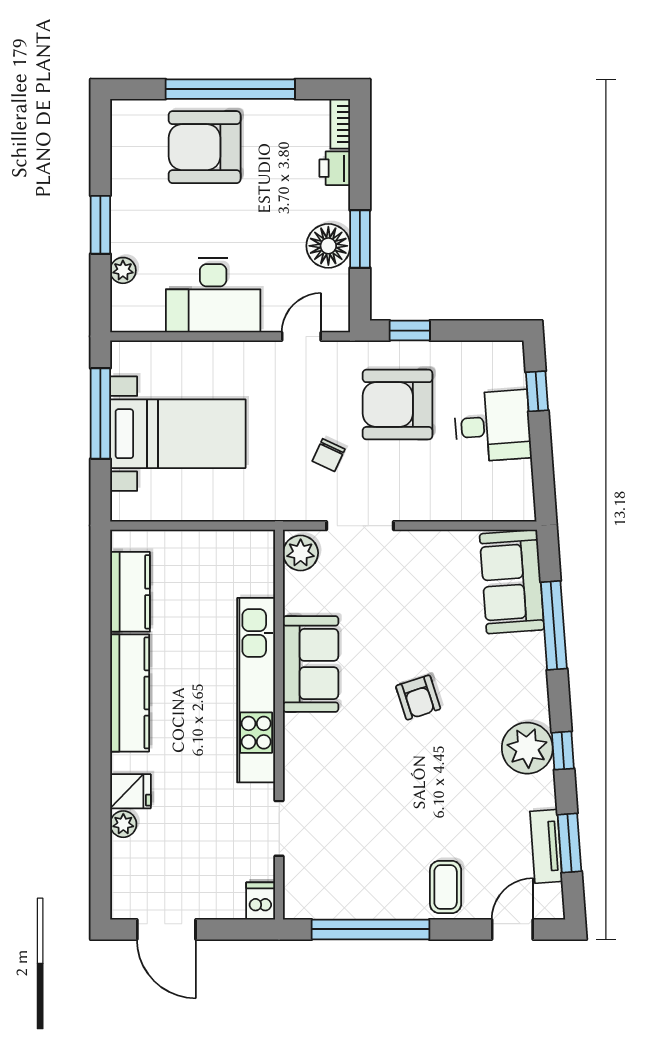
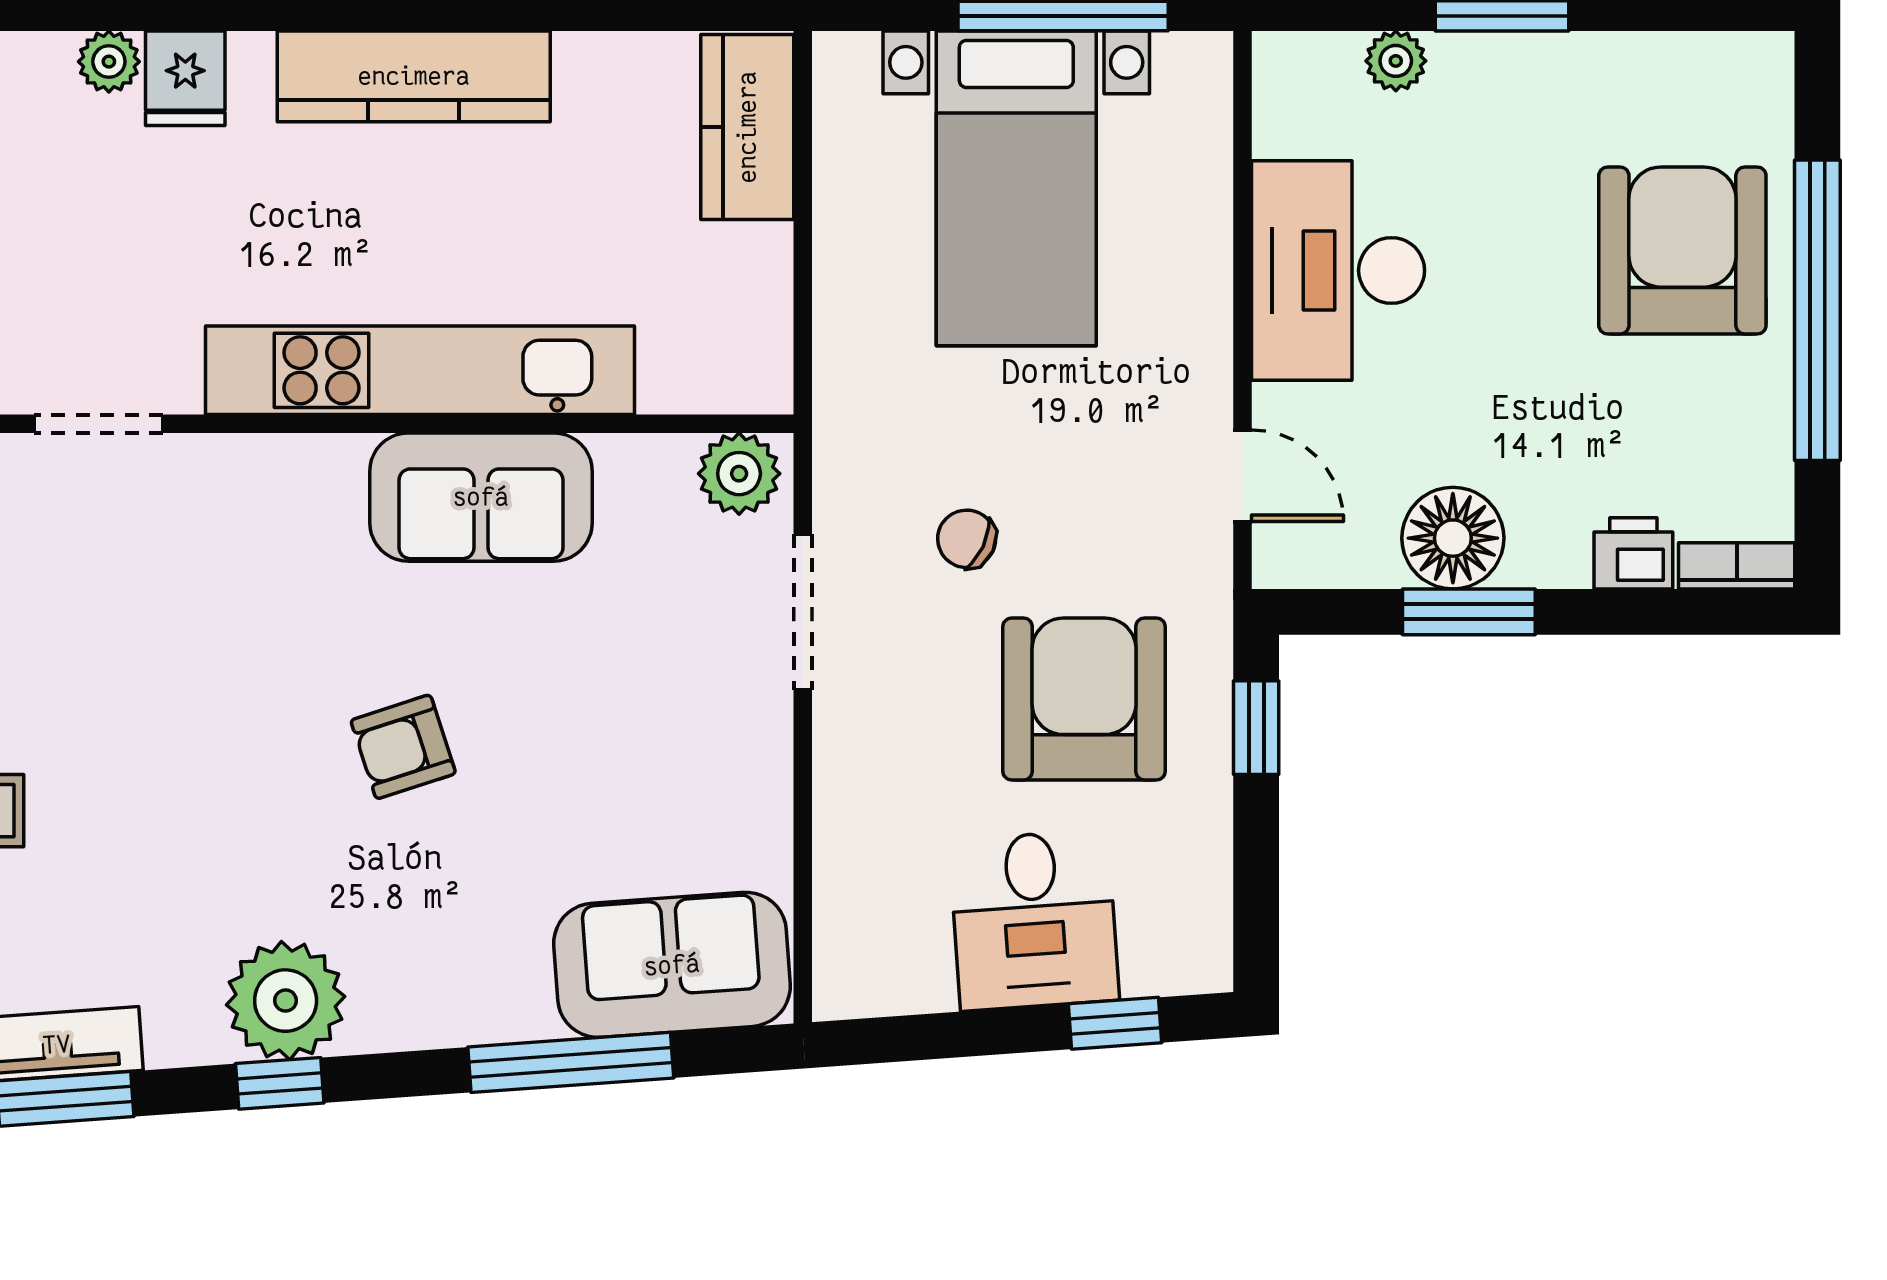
kitchen counter: (130, 592) -> (747, 127), moved, turned 90

